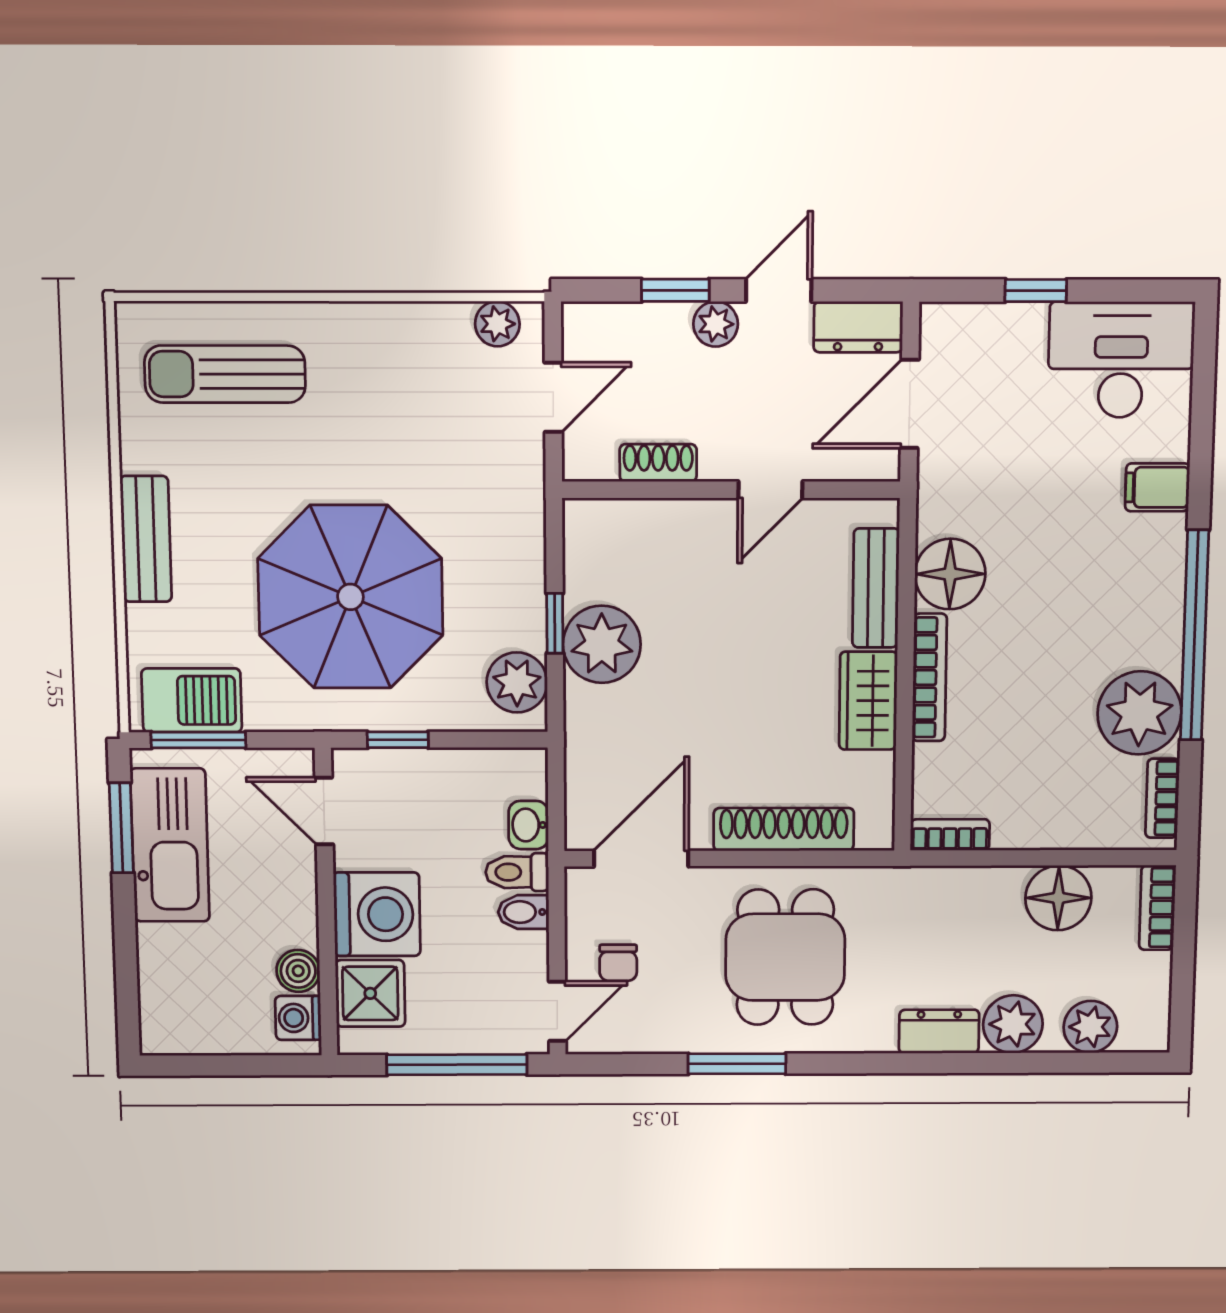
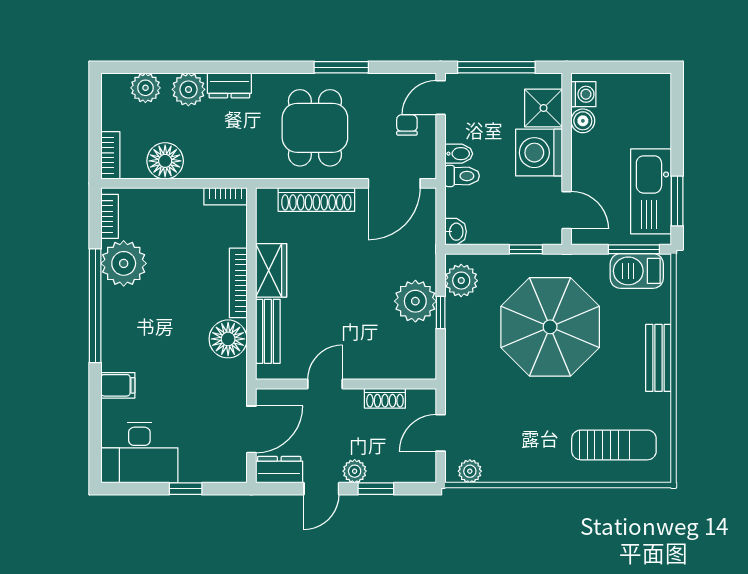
washbasin: (528, 825) -> (456, 232), moved

